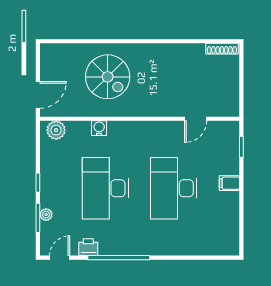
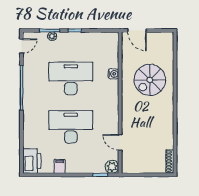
plant: (56, 130) -> (112, 167), moved
filing cabinet: (229, 183) -> (60, 166), moved
printer: (88, 247) -> (32, 161), moved, width x1.87, depth x1.48
door: (60, 258) -> (21, 46), hinge flipped

